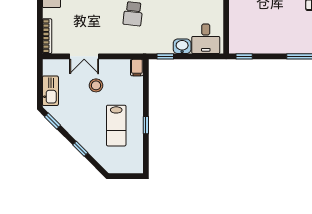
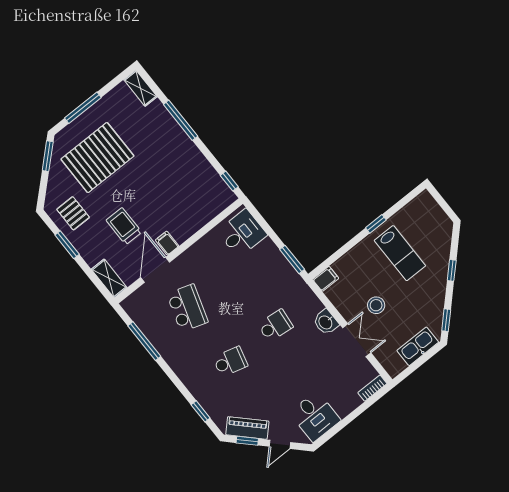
bookcase: (47, 36) -> (372, 388), width x0.64
washbasin: (182, 46) -> (326, 322), moved
window: (165, 56) -> (292, 259), width x1.50
lab bench: (116, 126) -> (400, 253), turned 90

